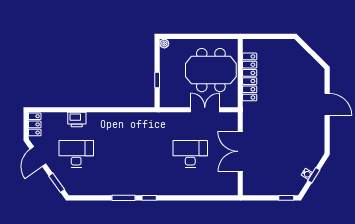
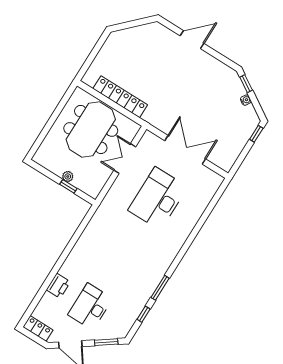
plant: (164, 44) -> (68, 176), moved
double door: (240, 151) -> (185, 150), swing flipped
desk: (190, 154) -> (158, 199), width x1.36, depth x1.30
window: (314, 175) -> (246, 84), moved
window: (149, 198) -> (144, 314), moved

